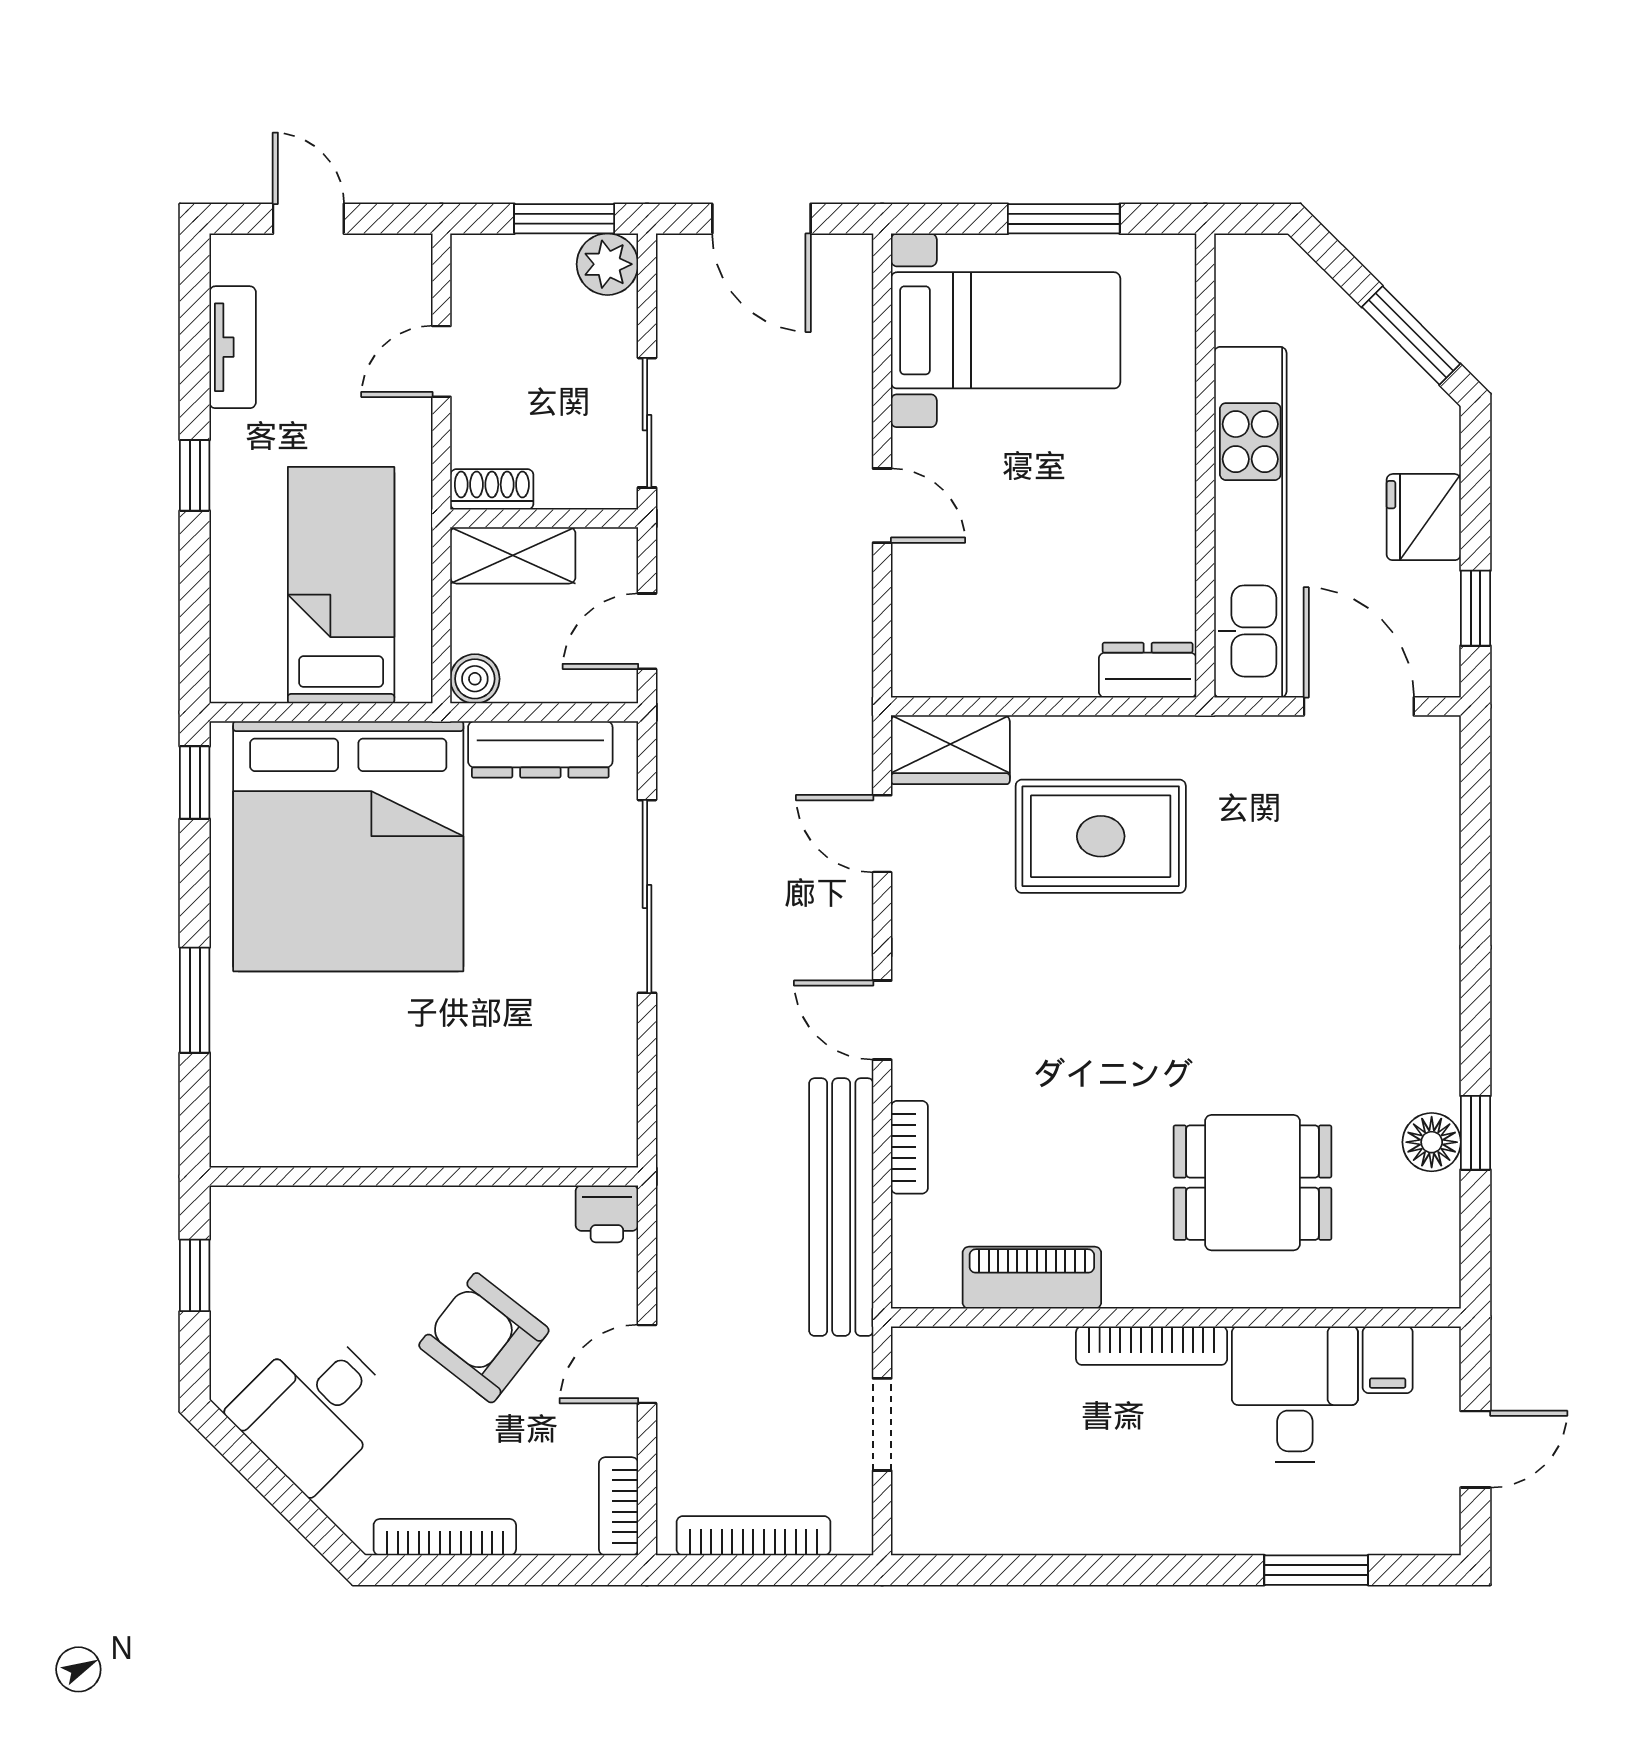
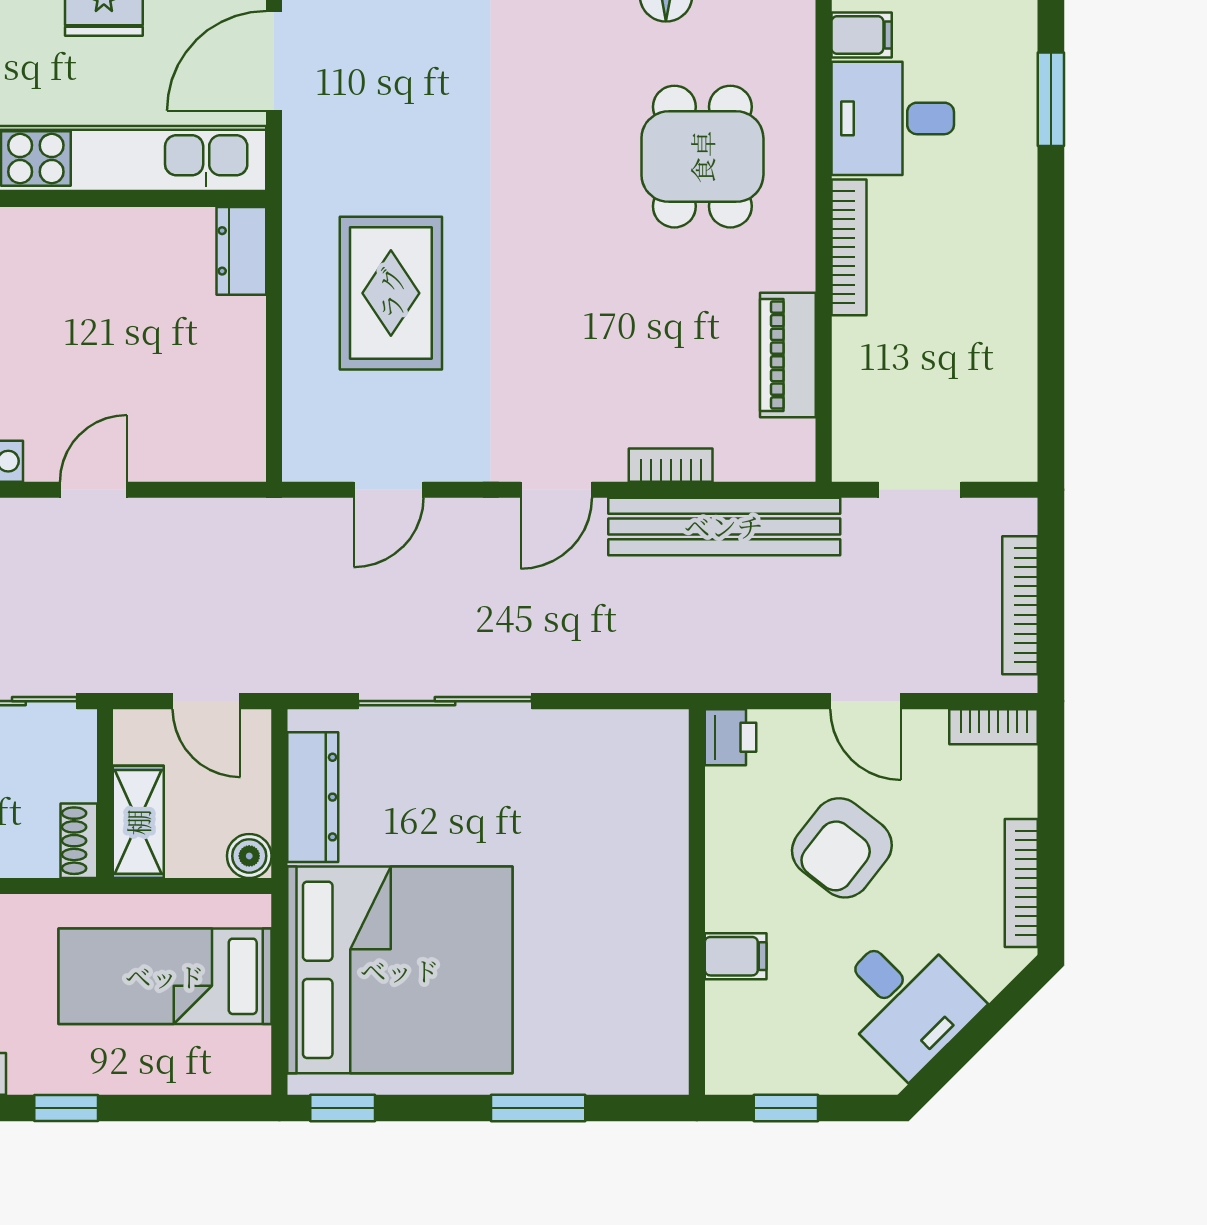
wardrobe: (950, 750) -> (313, 428), removed
filing cabinet: (363, 1219) -> (736, 956), added

